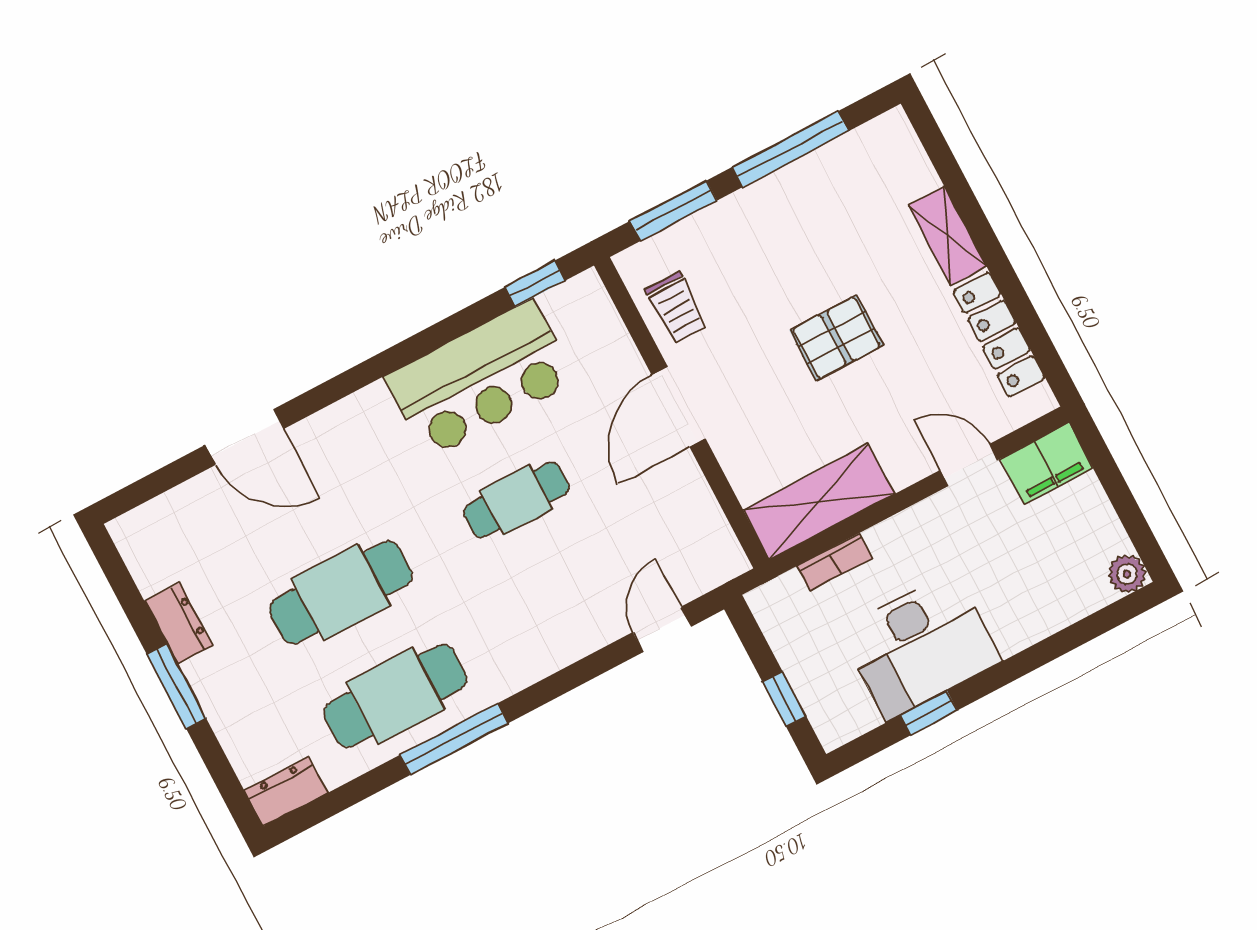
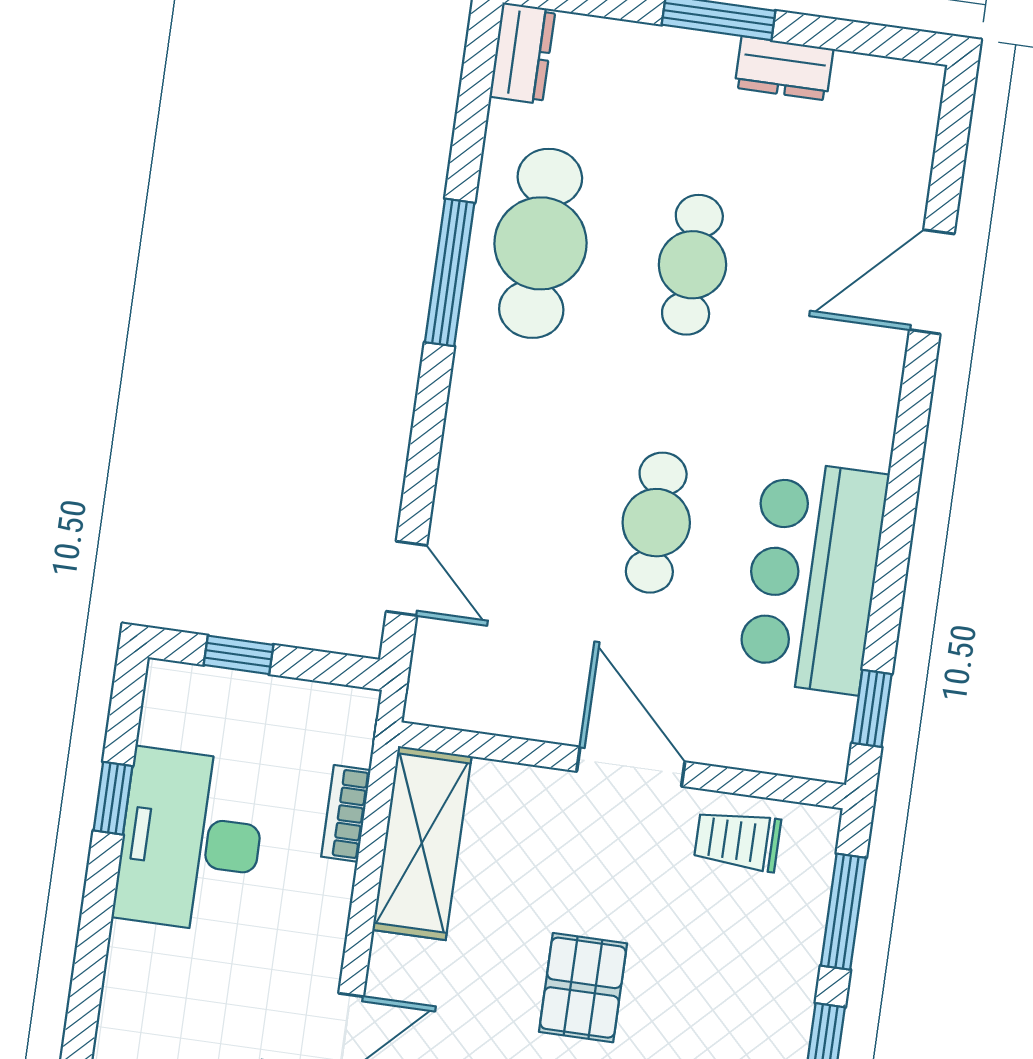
cafe table: (341, 592) -> (692, 265), width x0.73, depth x0.74

